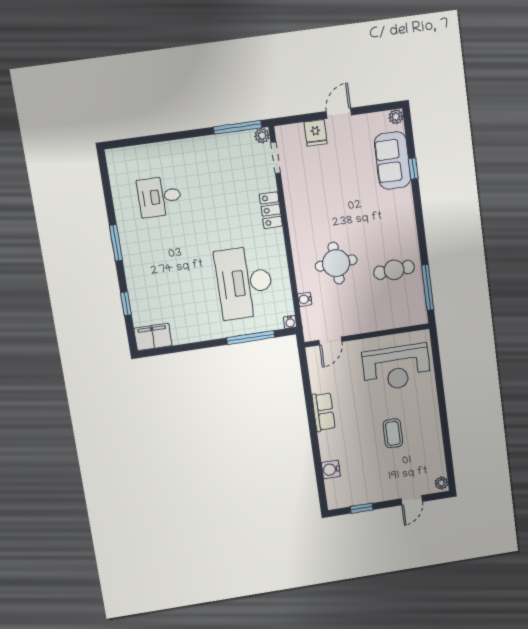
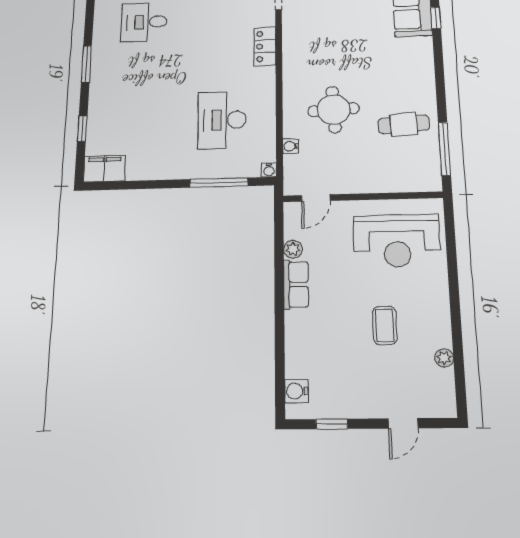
desk: (244, 283) -> (222, 120), width x0.73, depth x0.77
plant: (318, 385) -> (293, 249), added
water cooler: (331, 469) -> (296, 391), moved
plant: (441, 483) -> (444, 358), moved

